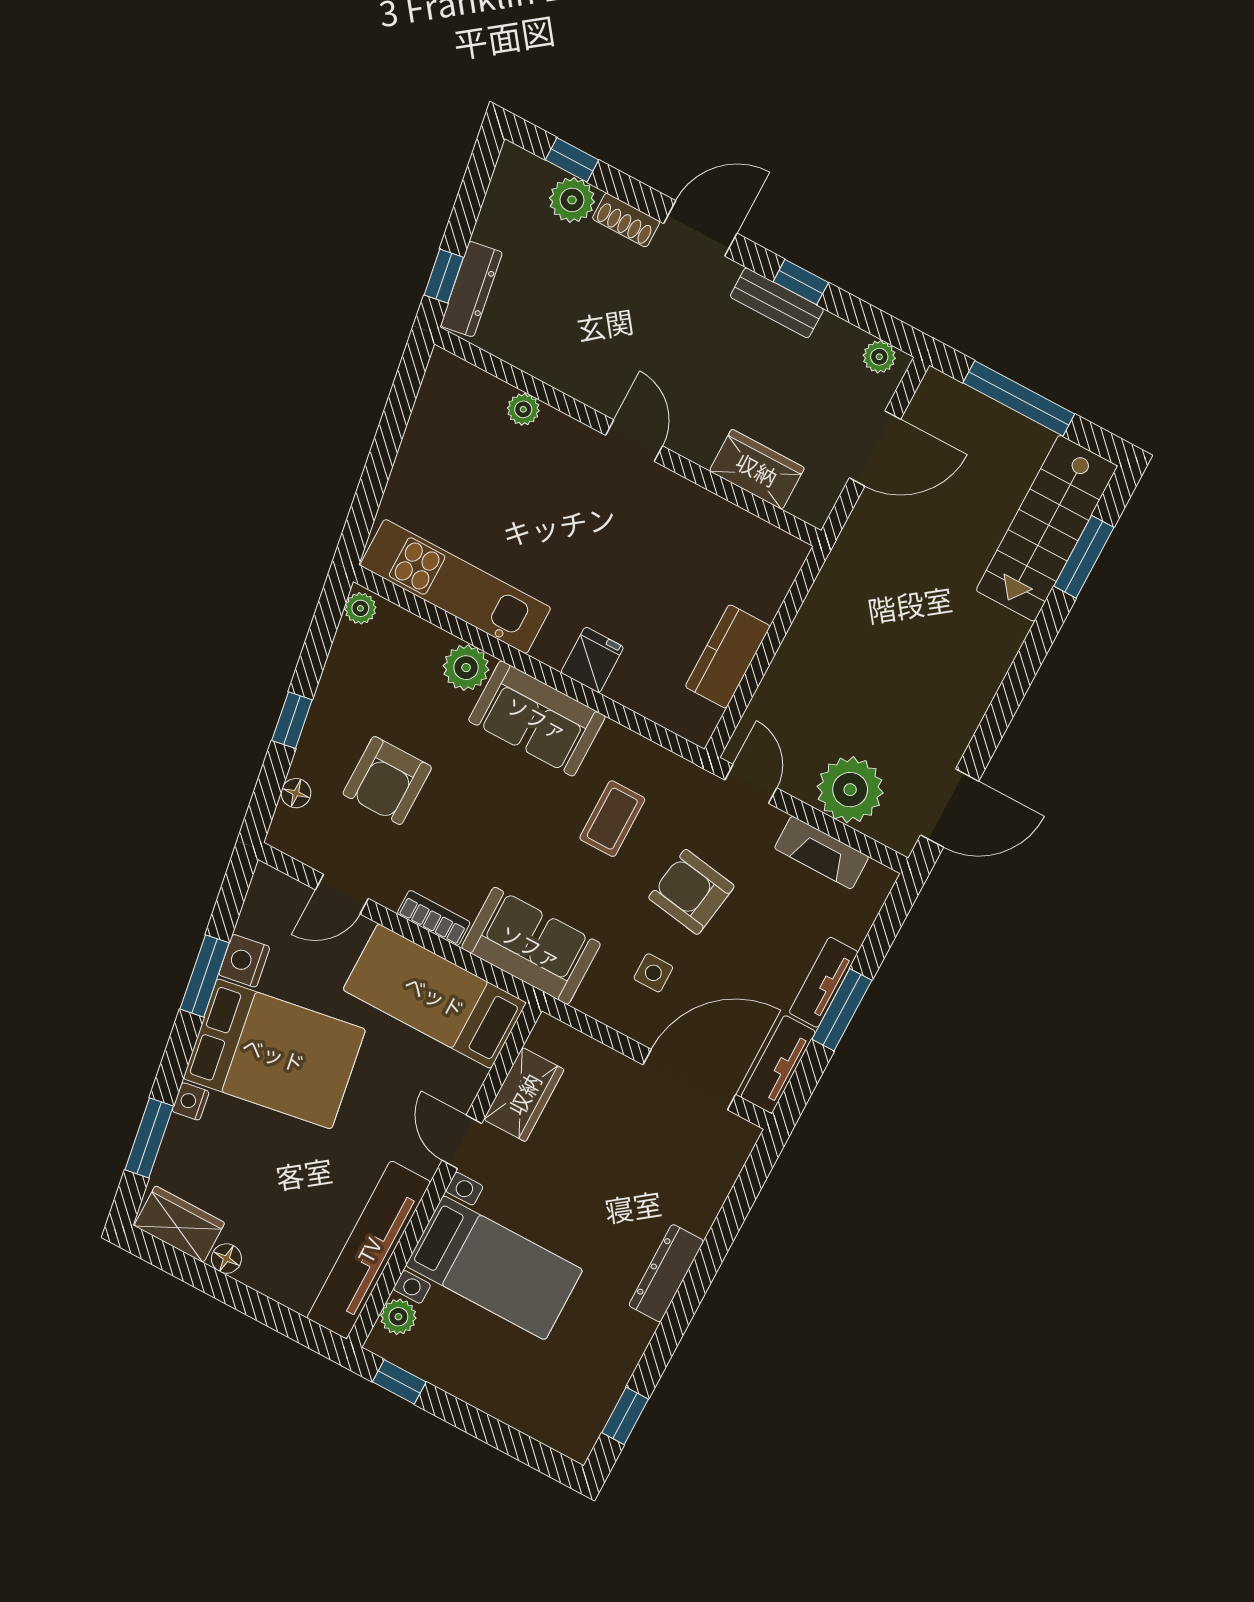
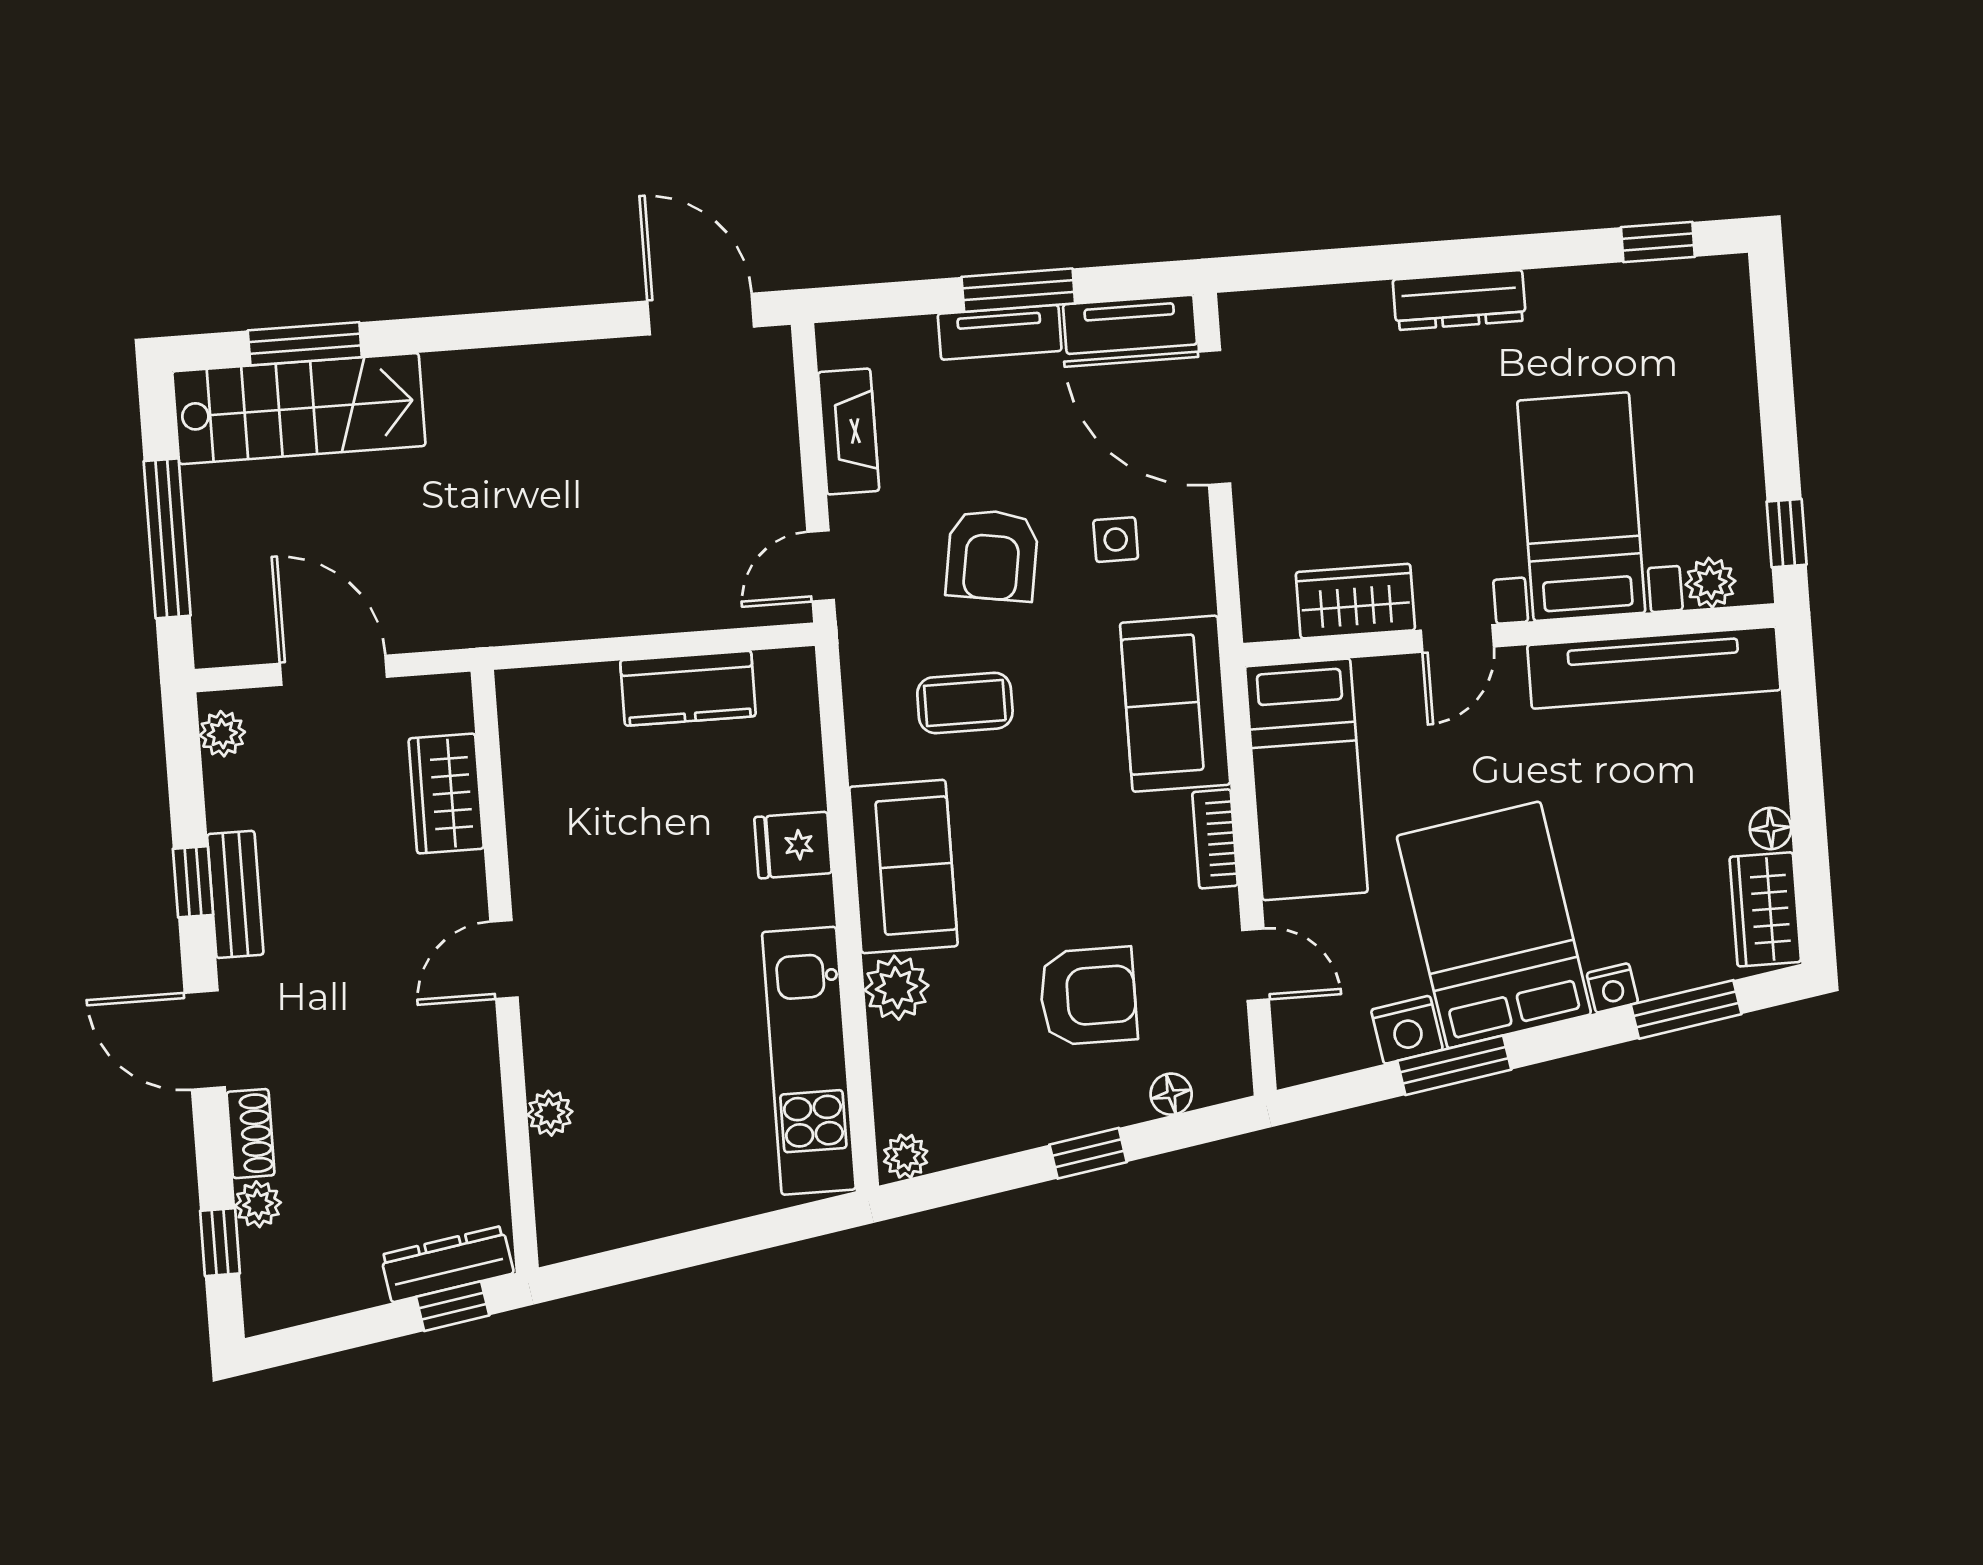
plant: (572, 200) -> (258, 1204), width x0.73, depth x0.73
plant: (850, 790) -> (753, 445), removed

